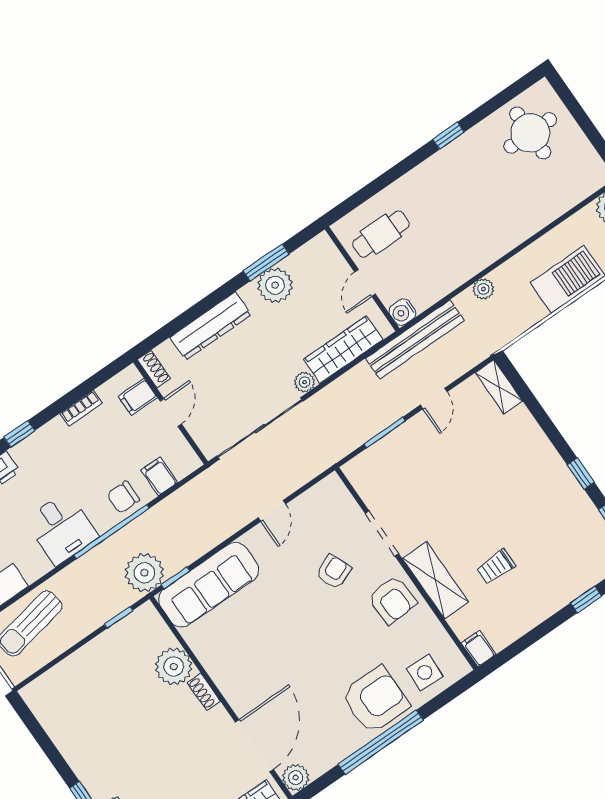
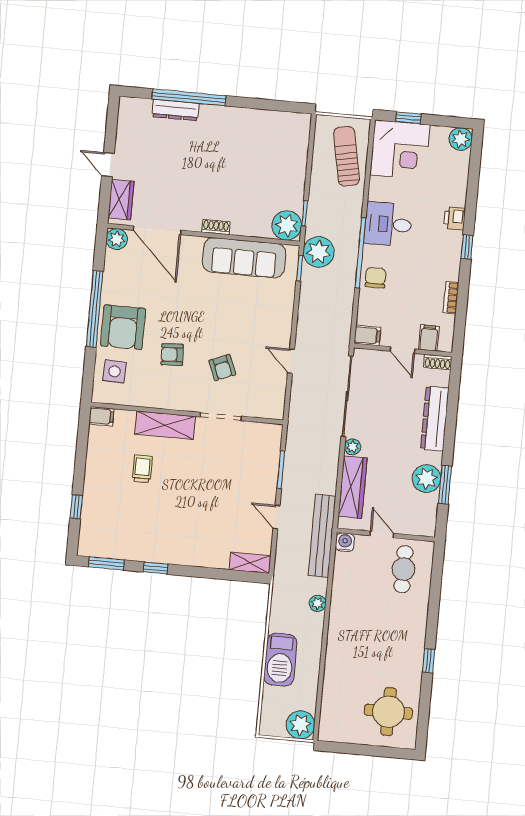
filing cabinet: (159, 476) -> (367, 335), moved
sofa: (209, 585) -> (244, 258), moved, turned -90
armchair: (392, 600) -> (172, 355), moved, width x0.72, depth x0.72
plant: (174, 667) -> (287, 225), moved

